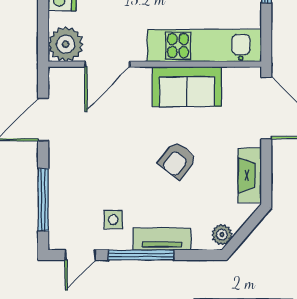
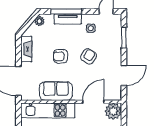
armchair: (118, 160) -> (89, 56), added
armchair: (177, 160) -> (60, 56), turned -128
window: (43, 200) -> (124, 38), width x0.69
window: (141, 255) -> (66, 11), moved

